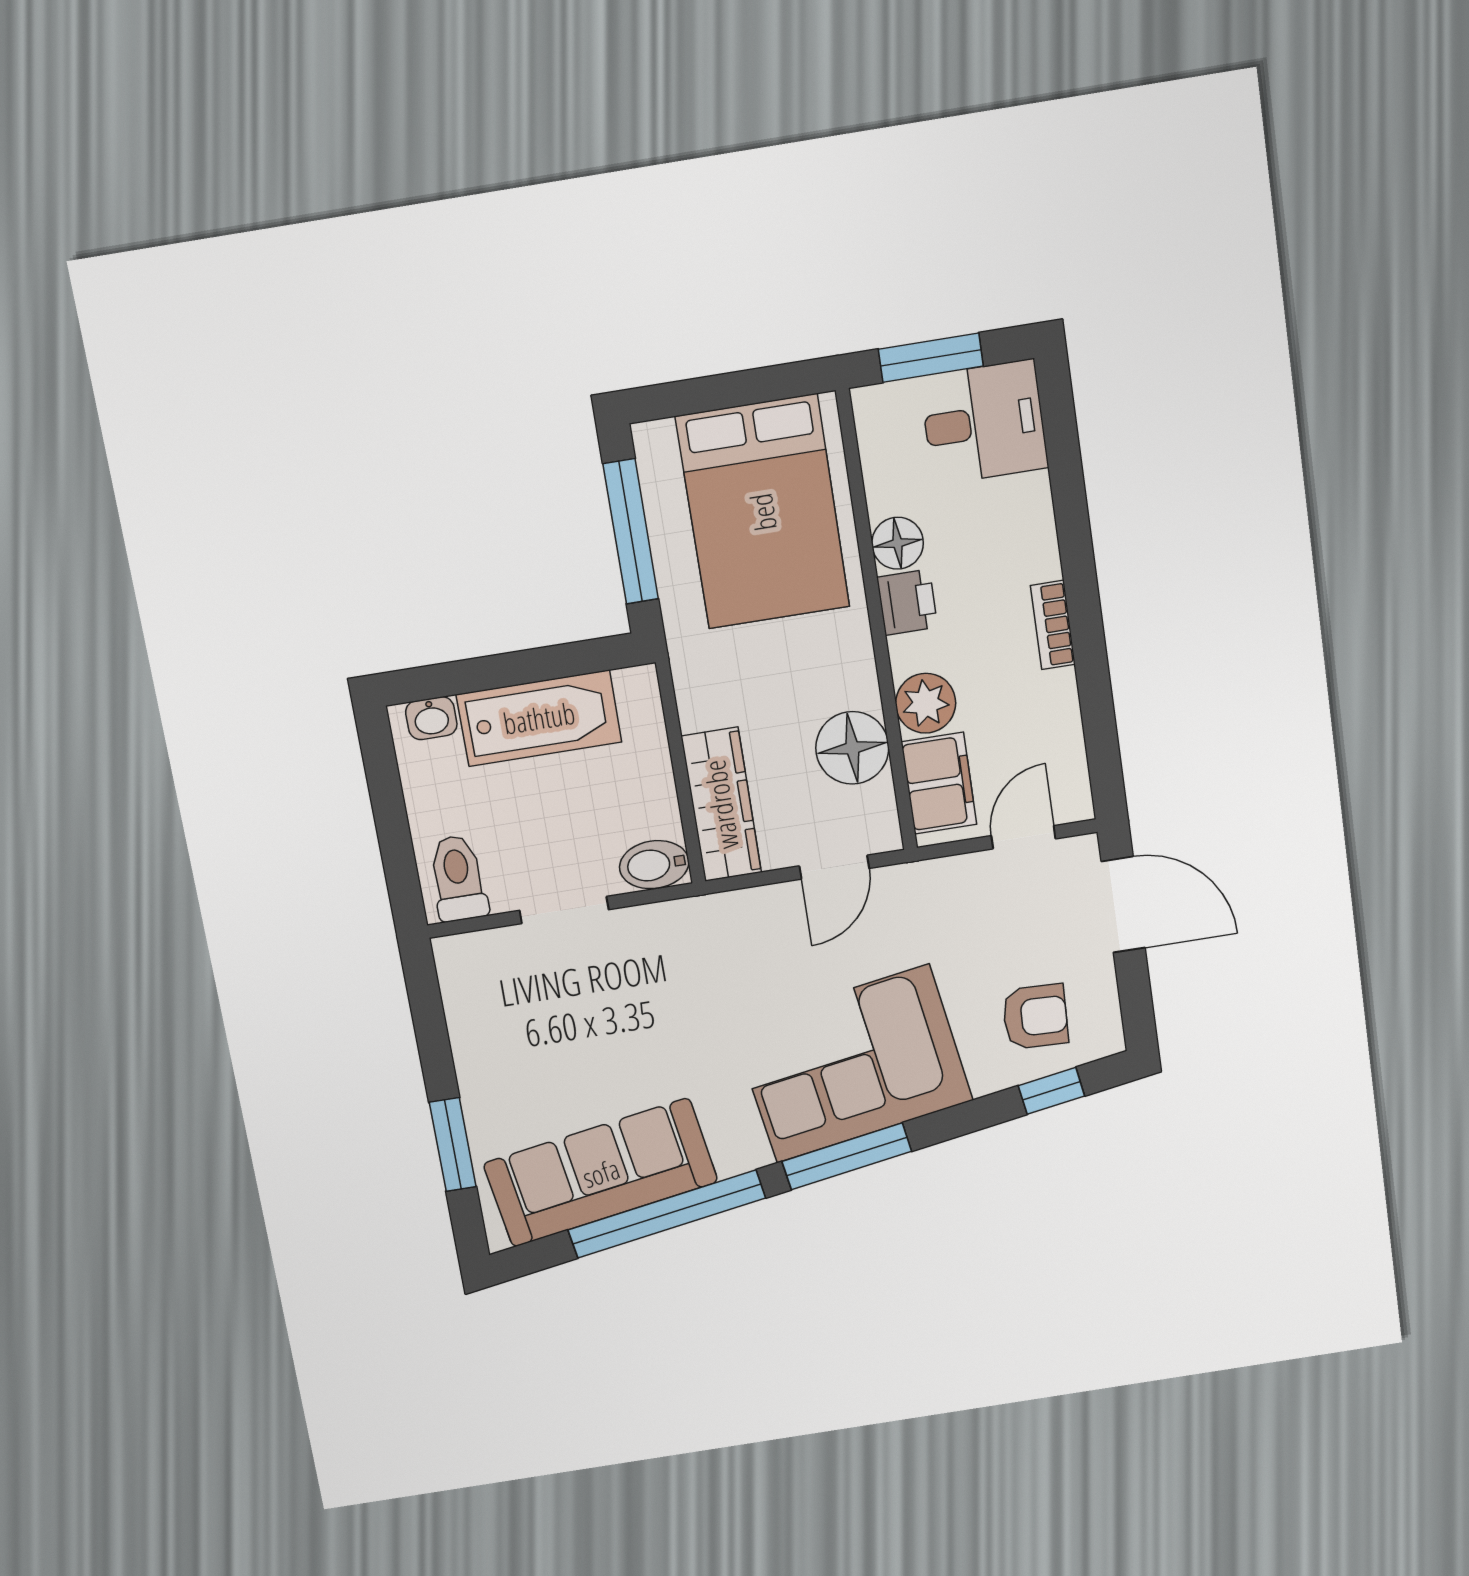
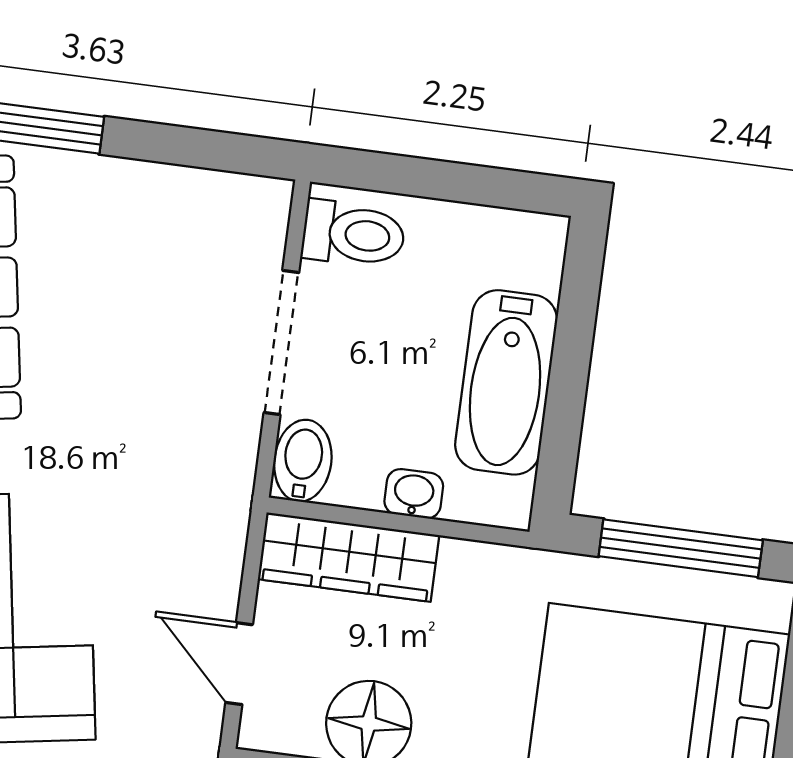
washbasin: (431, 718) -> (414, 494), moved, turned 90
doorway: (564, 910) -> (281, 342), width x1.38

